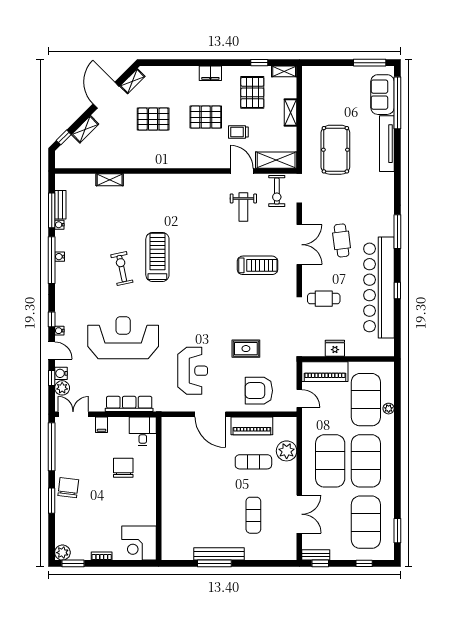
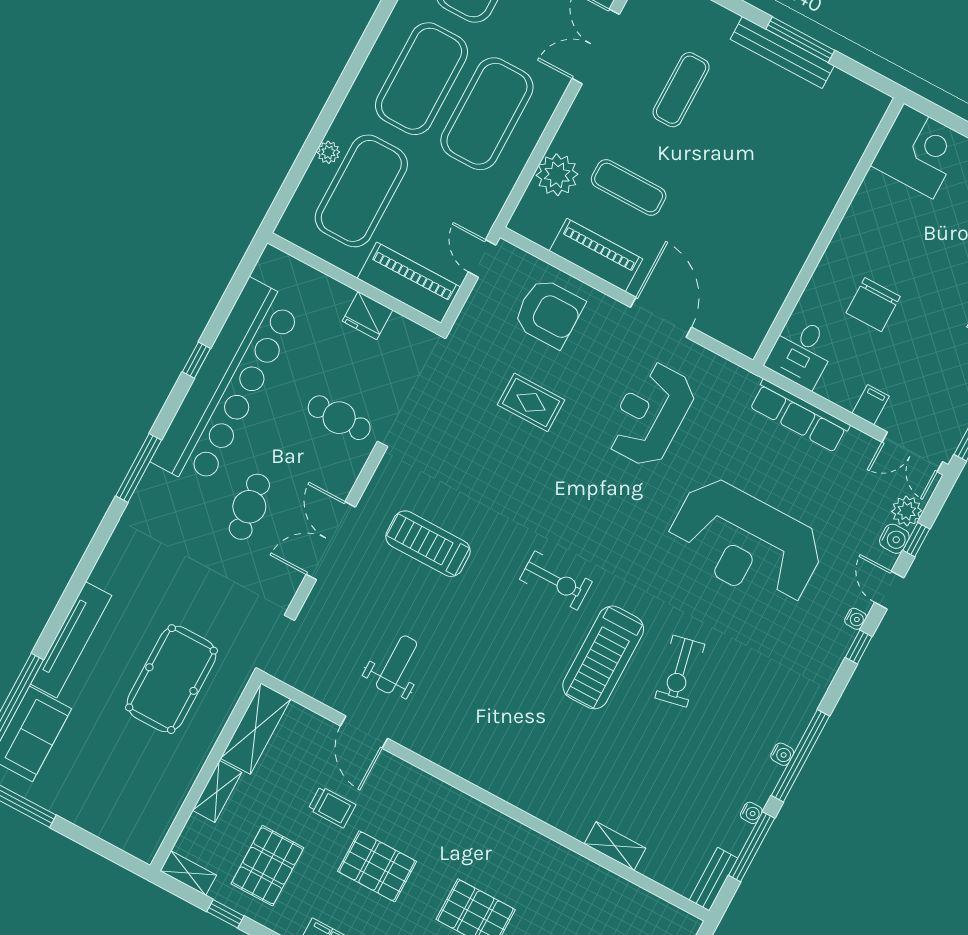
shelving: (276, 160) -> (256, 729), moved, turned 90
exercise bike: (277, 191) -> (556, 581), moved, turned 90
bench: (60, 205) -> (713, 879), moved

